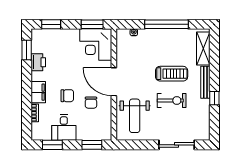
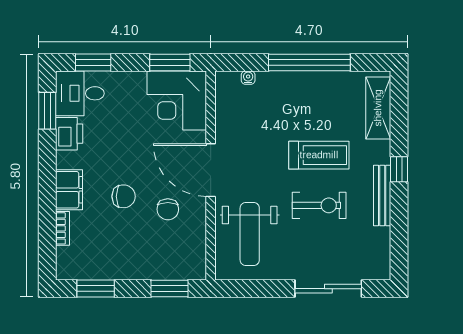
bench: (205, 82) -> (382, 195), moved
window: (214, 98) -> (399, 169), moved
desk: (64, 128) -> (80, 93), moved, turned 90

